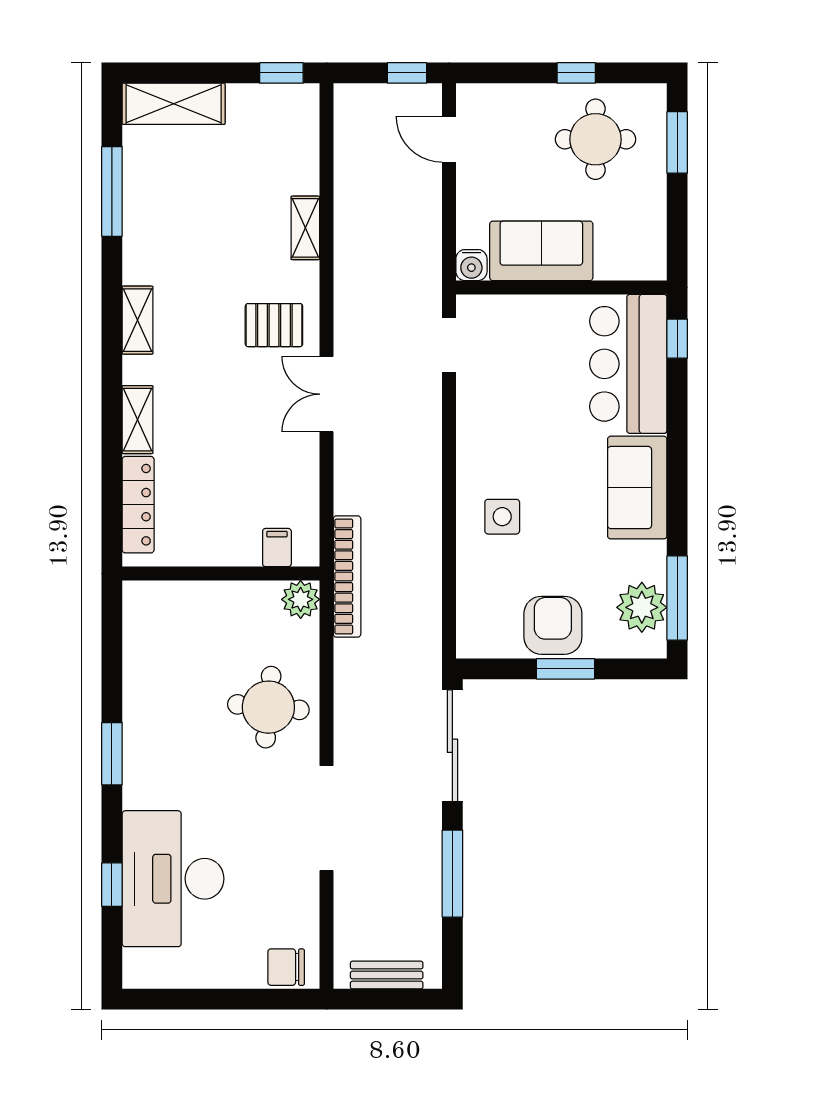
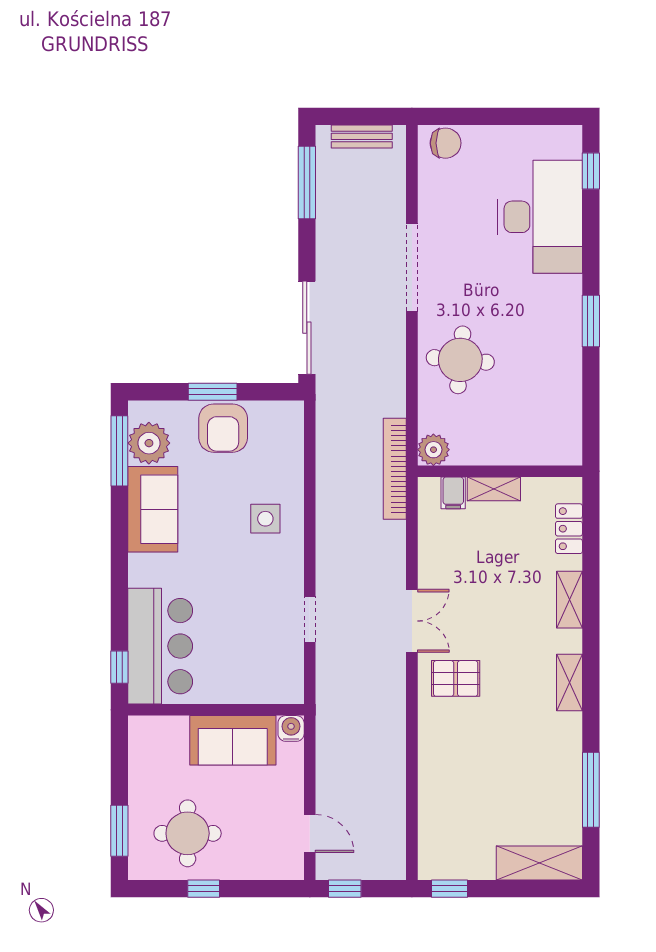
shelving: (305, 228) -> (494, 489), moved, turned 90
doorway: (449, 345) -> (310, 619), moved
sofa: (637, 488) -> (153, 509), moved
locker: (138, 505) -> (569, 529), width x0.66
window: (452, 874) -> (307, 182), moved
window: (112, 885) -> (591, 171), moved

